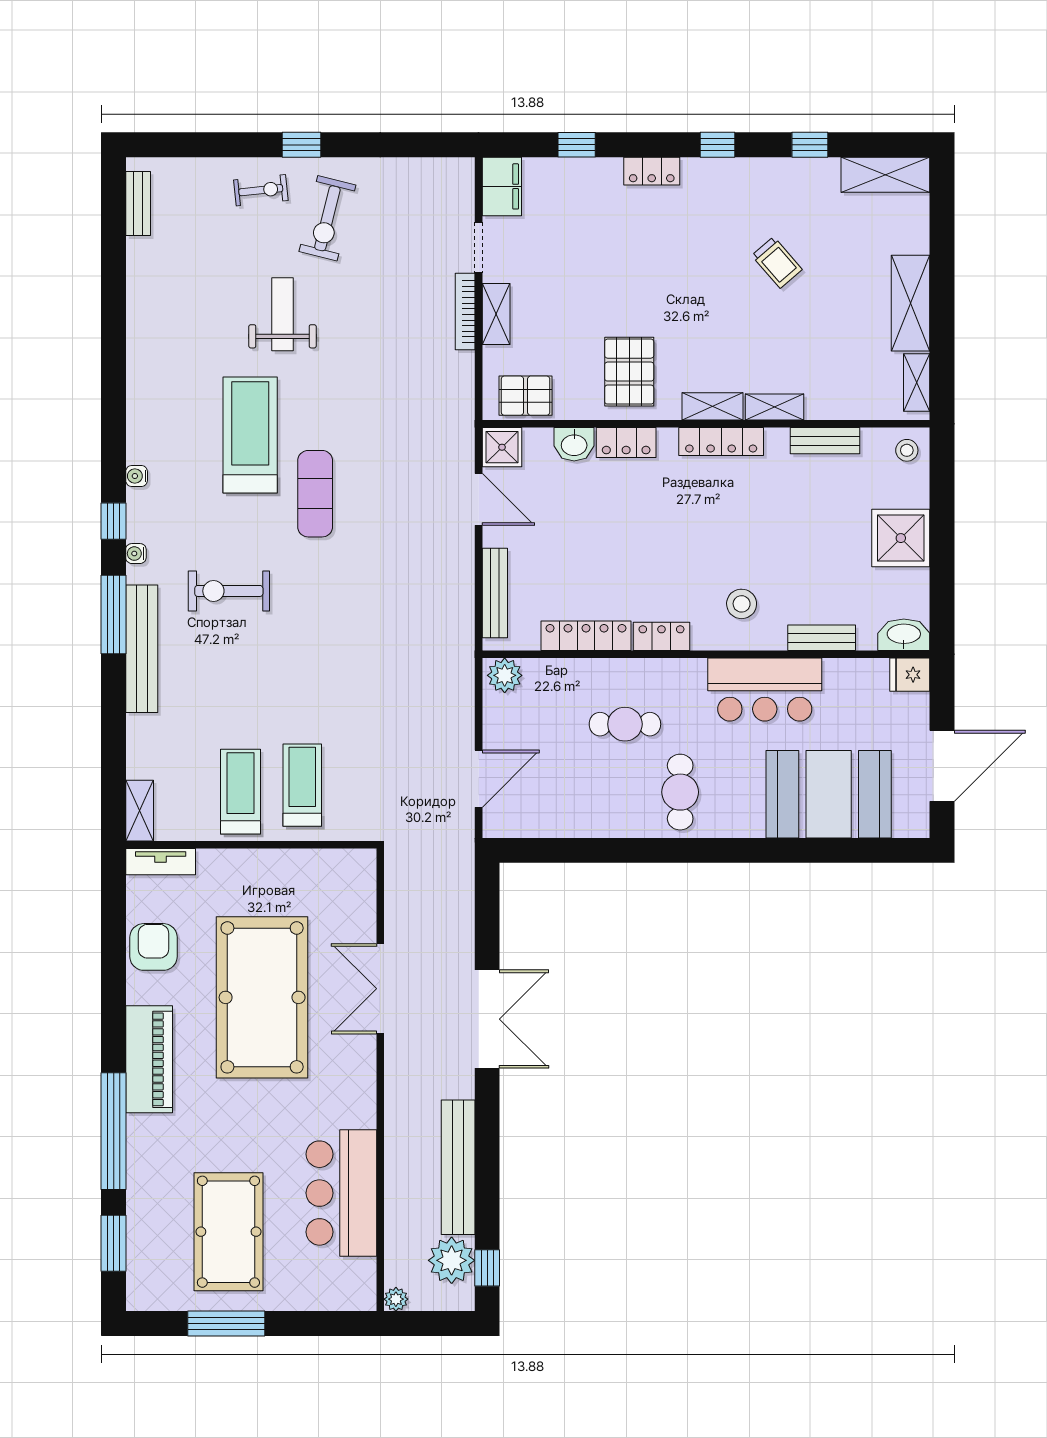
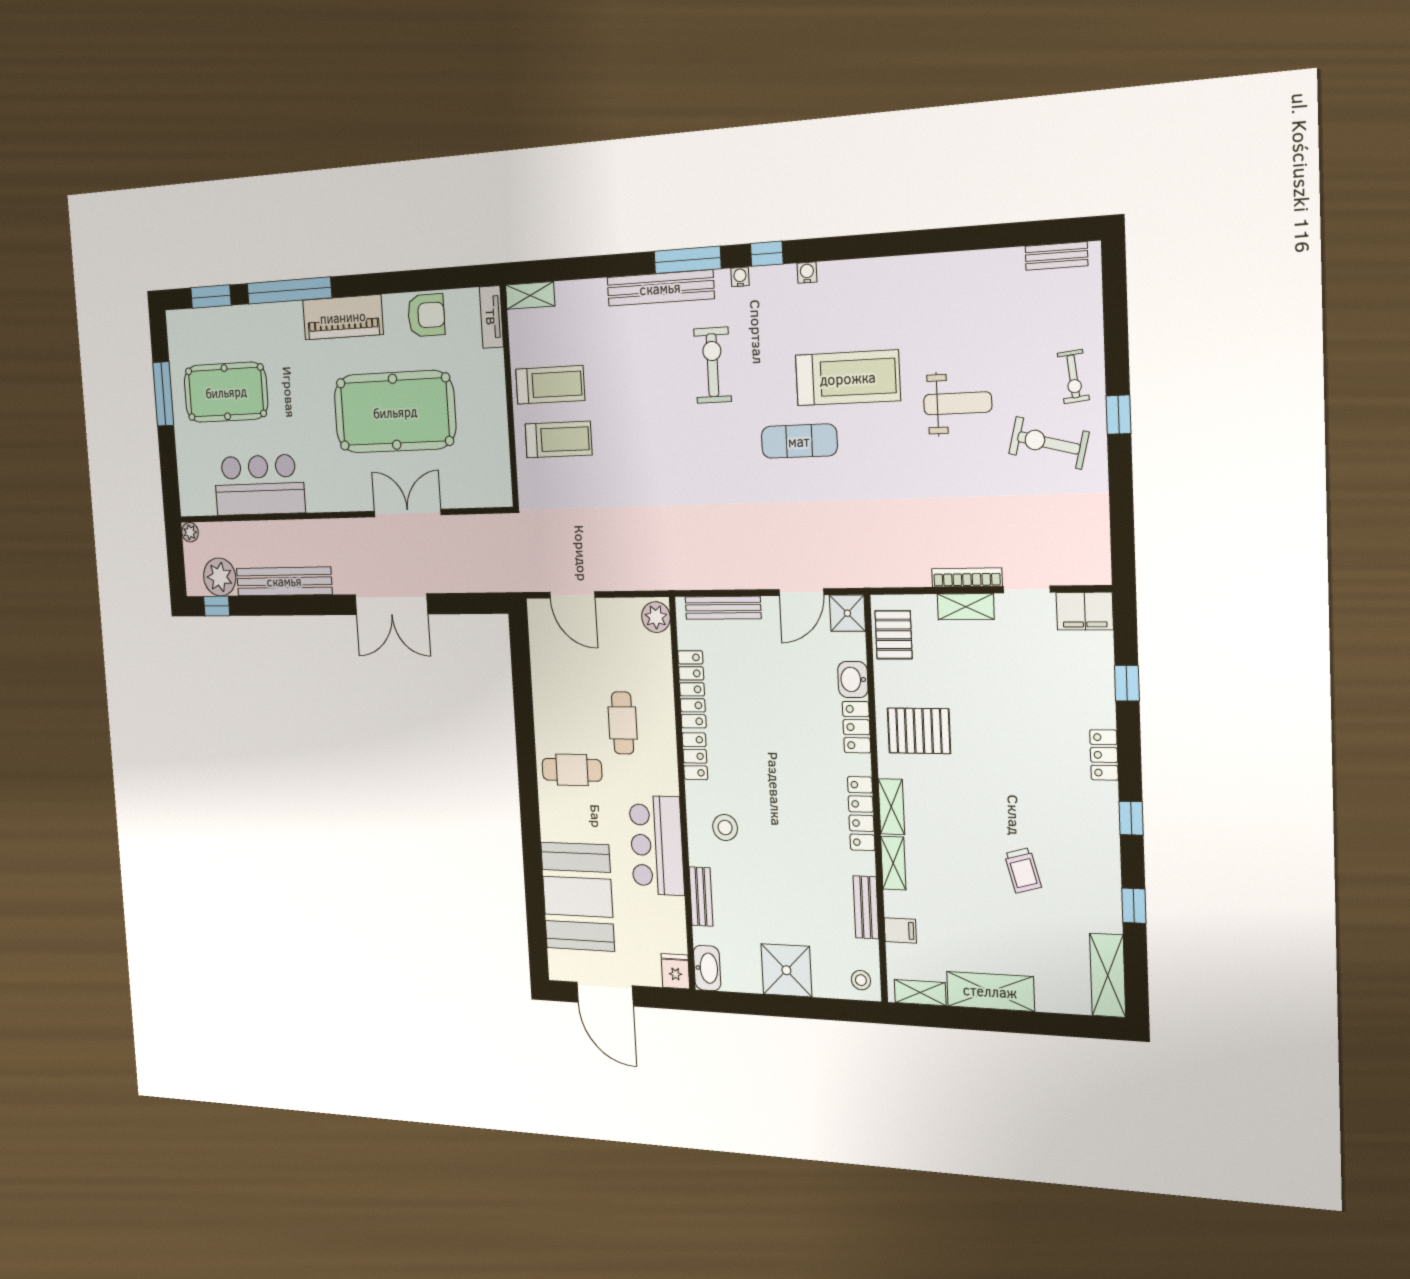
trolley: (777, 262) -> (1023, 870), turned -64
filing cabinet: (849, 402) -> (900, 930), added

